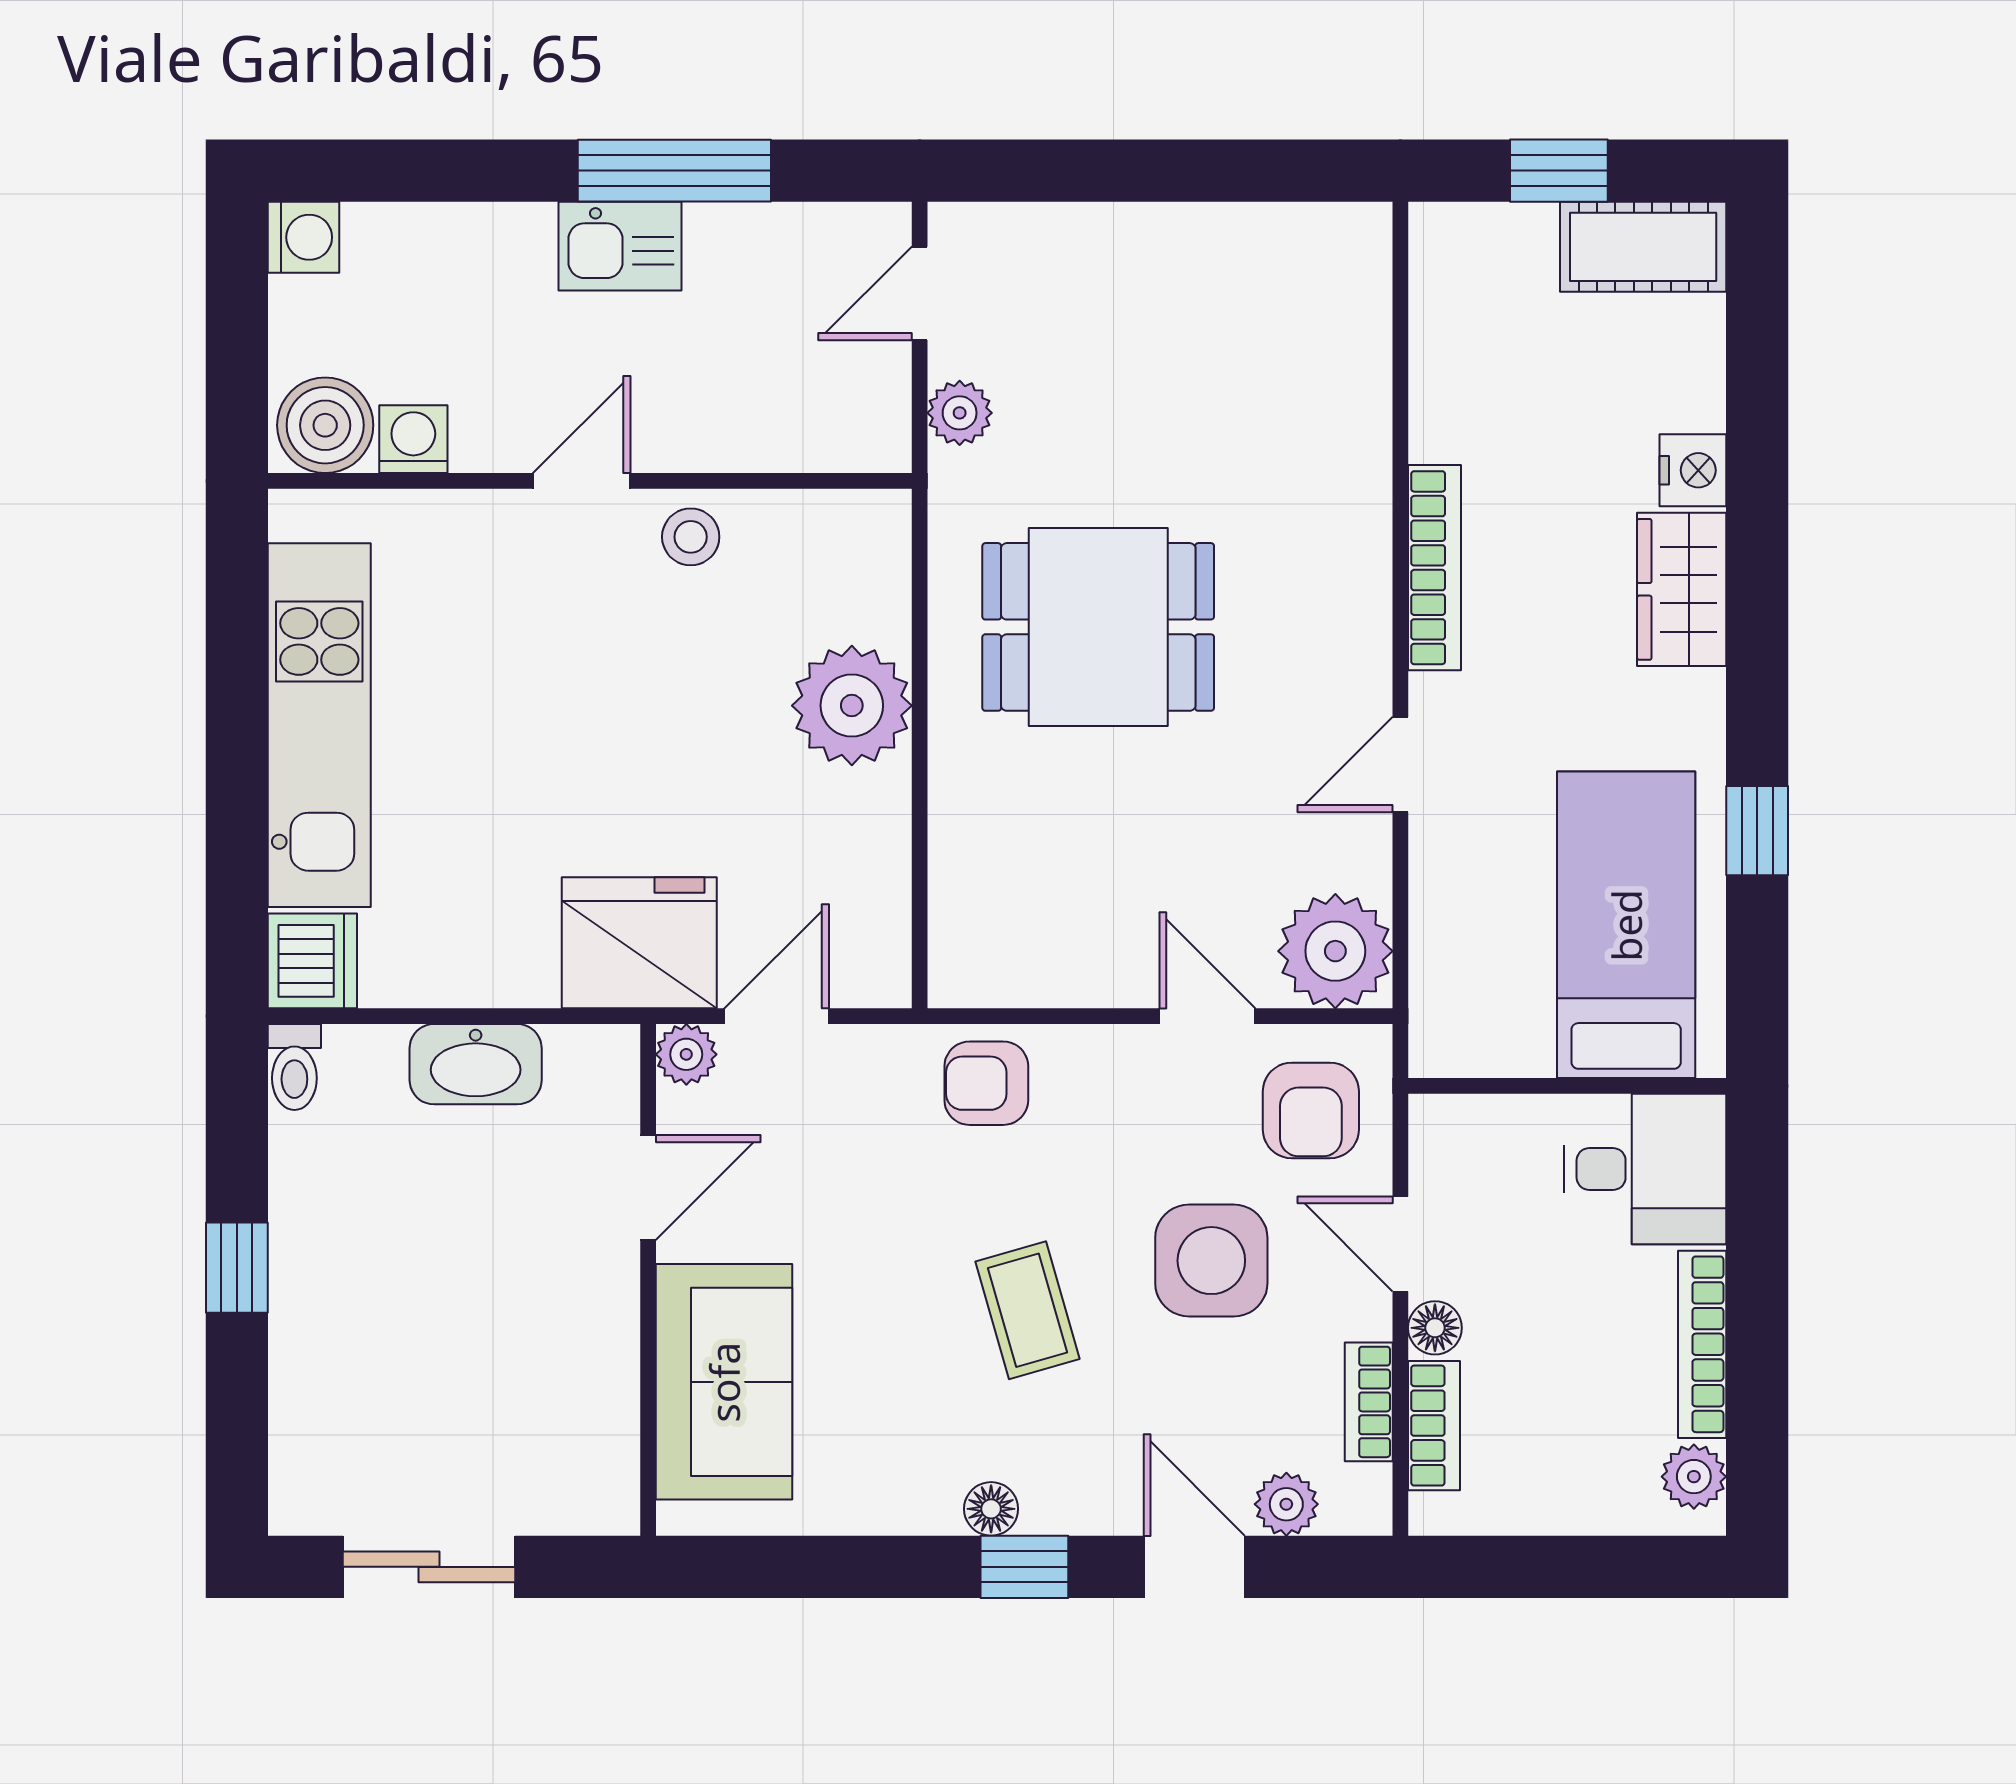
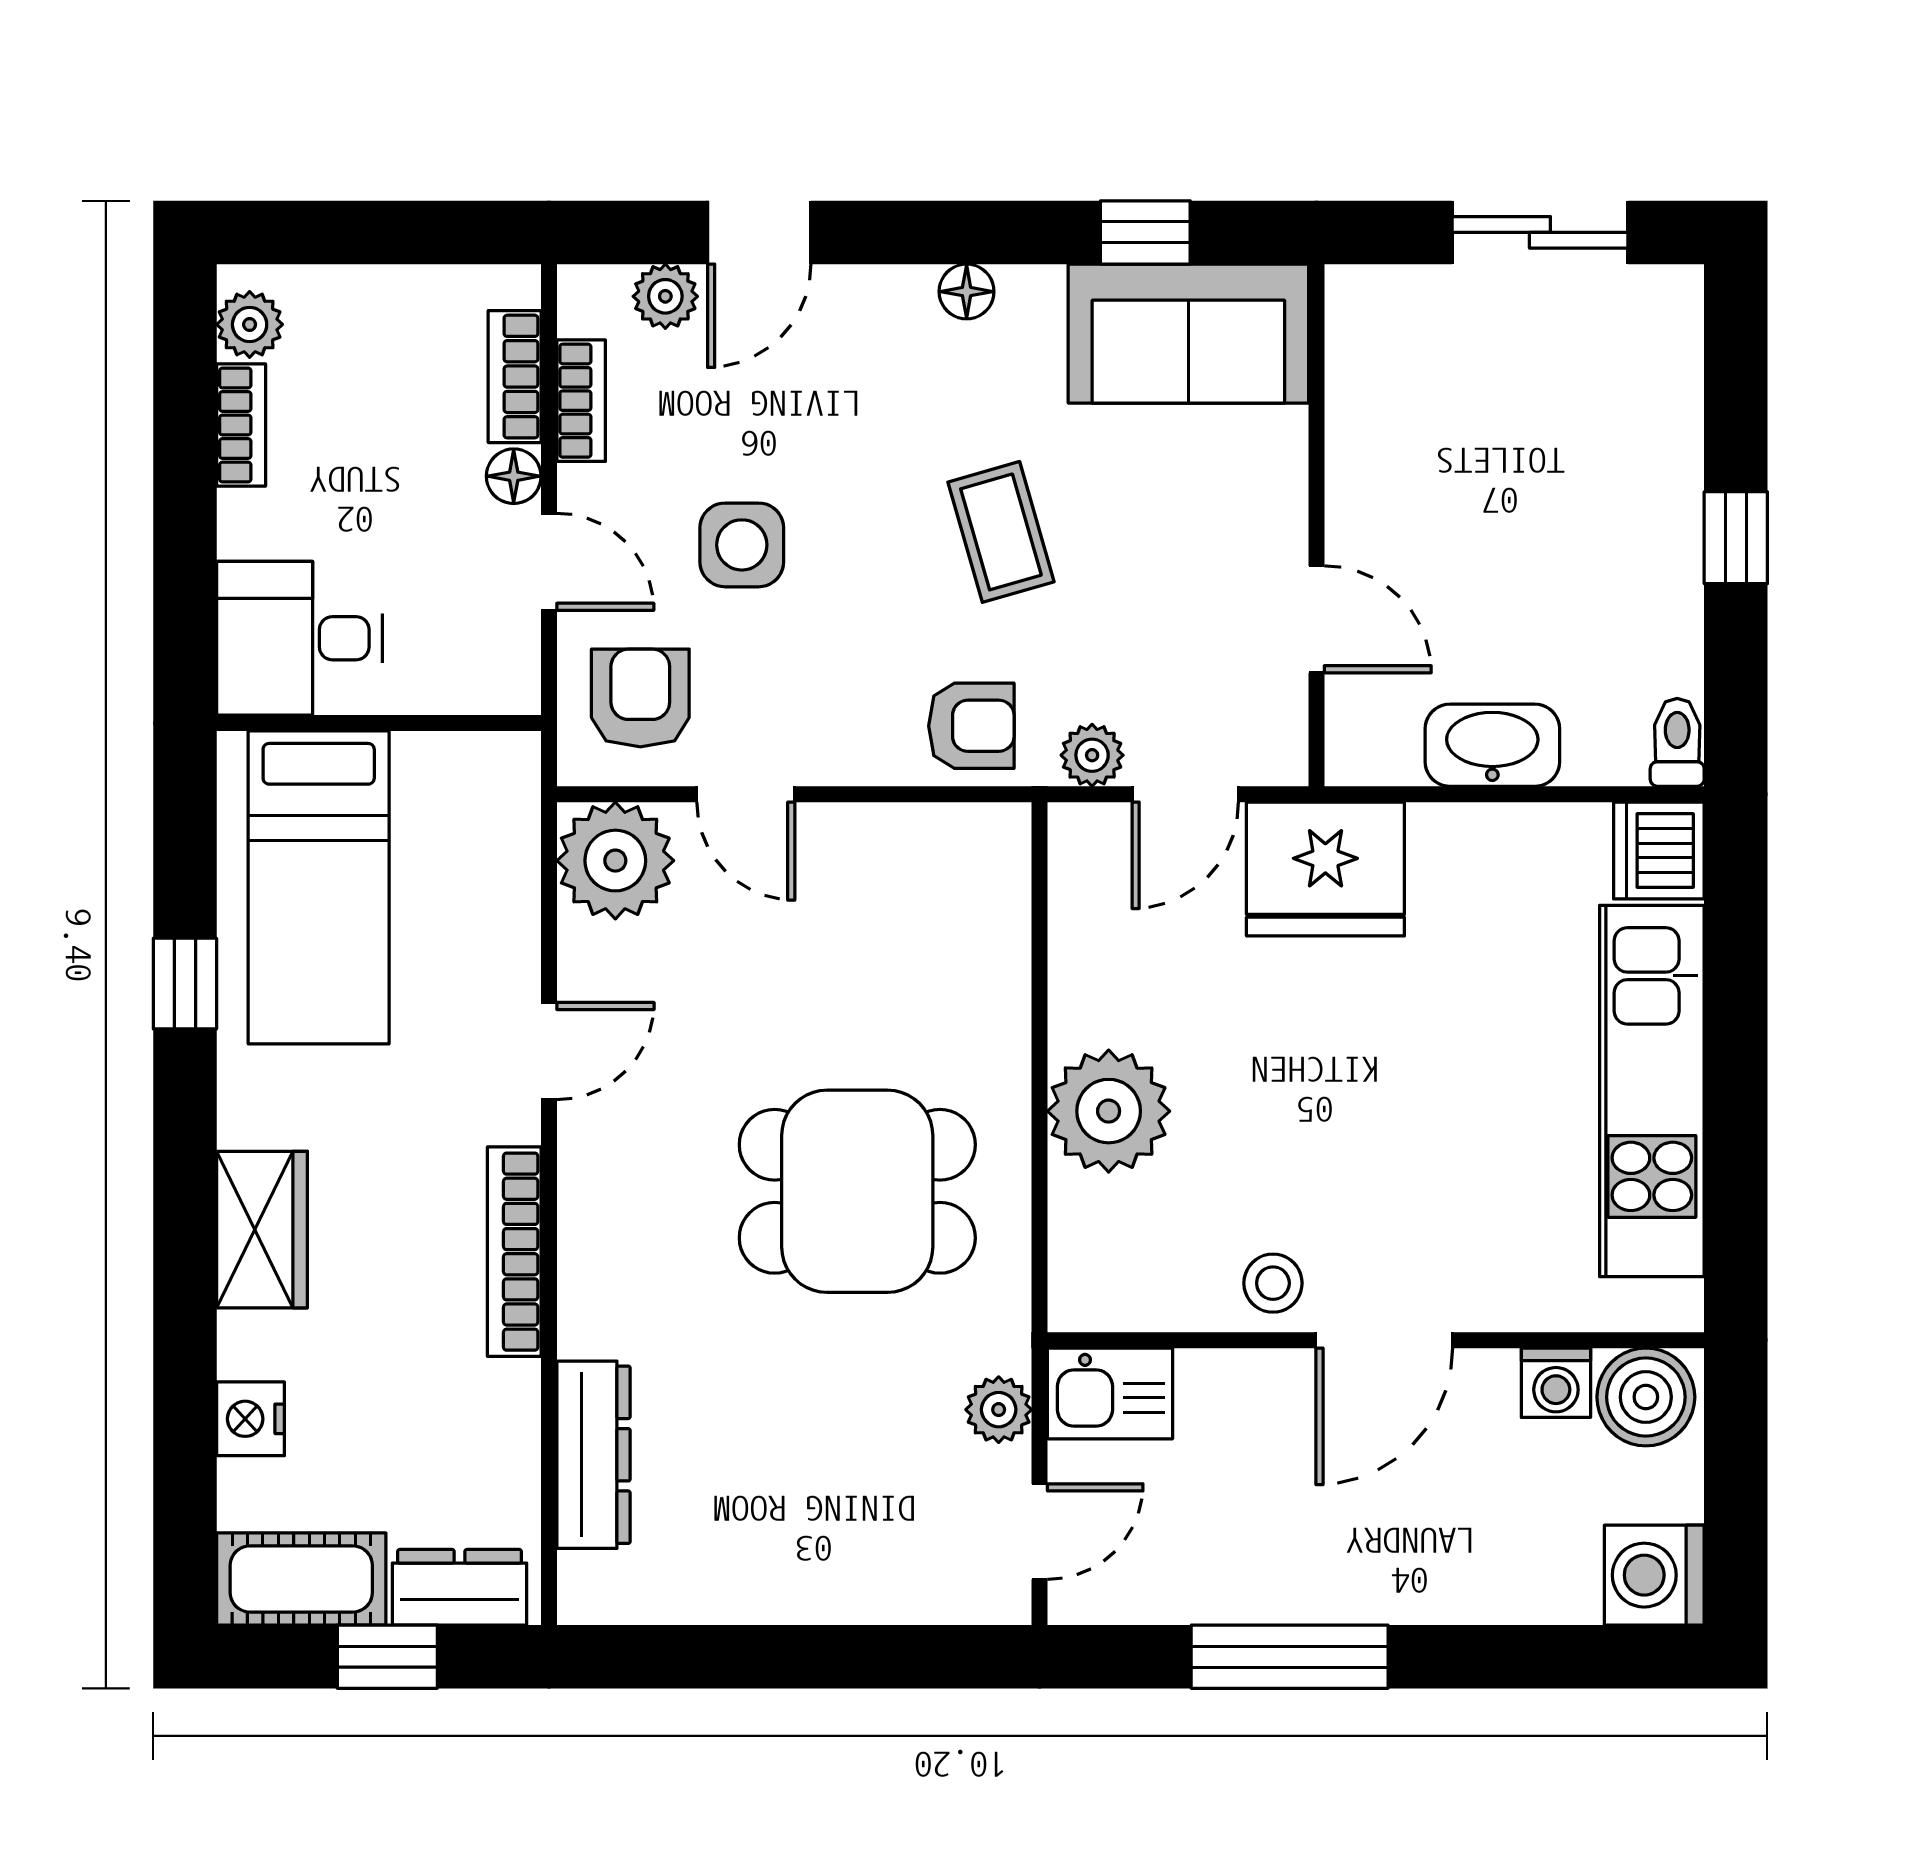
washing machine: (304, 237) -> (1654, 1575), width x1.38, depth x1.38
dresser: (1488, 239) -> (460, 1587), added
kitchen sink: (620, 246) -> (1110, 1393), moved, turned 180
dresser: (1357, 369) -> (594, 1455), added
nightstand: (1693, 470) -> (251, 1419), moved
door: (582, 481) -> (1384, 1340), width x1.37
plant: (686, 1054) -> (1092, 755), moved
door: (648, 1188) -> (1316, 619), swing flipped
side table: (1211, 1261) -> (742, 545), width x0.73, depth x0.73
coffee table: (1027, 1310) -> (1001, 532), moved
bookcase: (1702, 1344) -> (241, 425), width x0.64
sofa: (724, 1382) -> (1188, 334), moved, turned -90
window: (1024, 1567) -> (1145, 232), moved
door: (1194, 1567) -> (759, 232), hinge flipped

